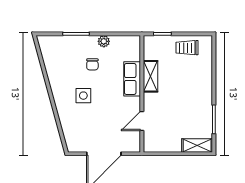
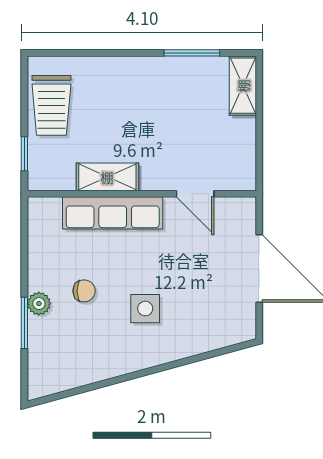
plant: (104, 41) -> (39, 304), moved
trolley: (187, 48) -> (51, 105), width x1.36, depth x1.39
row of seats: (132, 79) -> (113, 213), width x1.48

